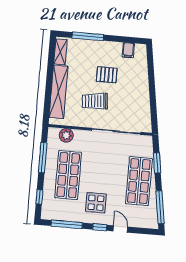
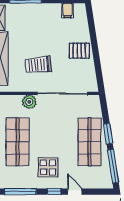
pallet: (107, 75) -> (79, 51), moved
plant: (66, 135) -> (29, 102), moved
window: (157, 163) -> (108, 134), moved

